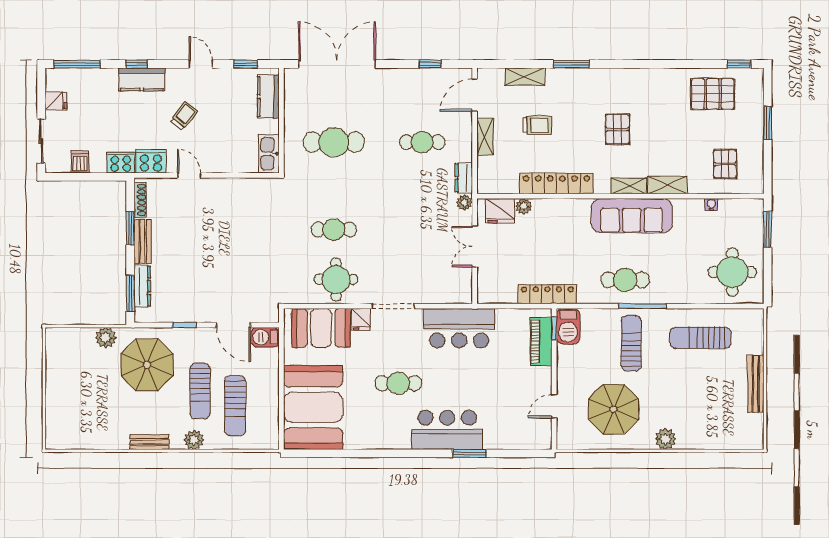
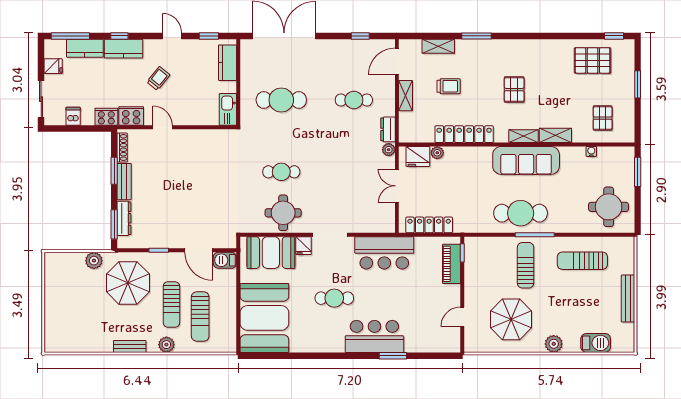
kitchen counter: (95, 79) -> (85, 48), added
cafe table: (625, 280) -> (521, 213), width x1.37, depth x1.35
locker: (547, 294) -> (429, 225), moved
barbecue: (568, 326) -> (596, 343), moved, turned -90

